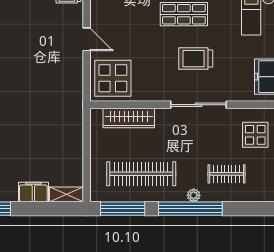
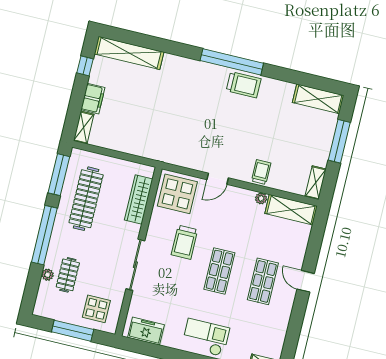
trolley: (196, 59) -> (184, 242), moved, turned 180
plant: (194, 195) -> (47, 275), moved

